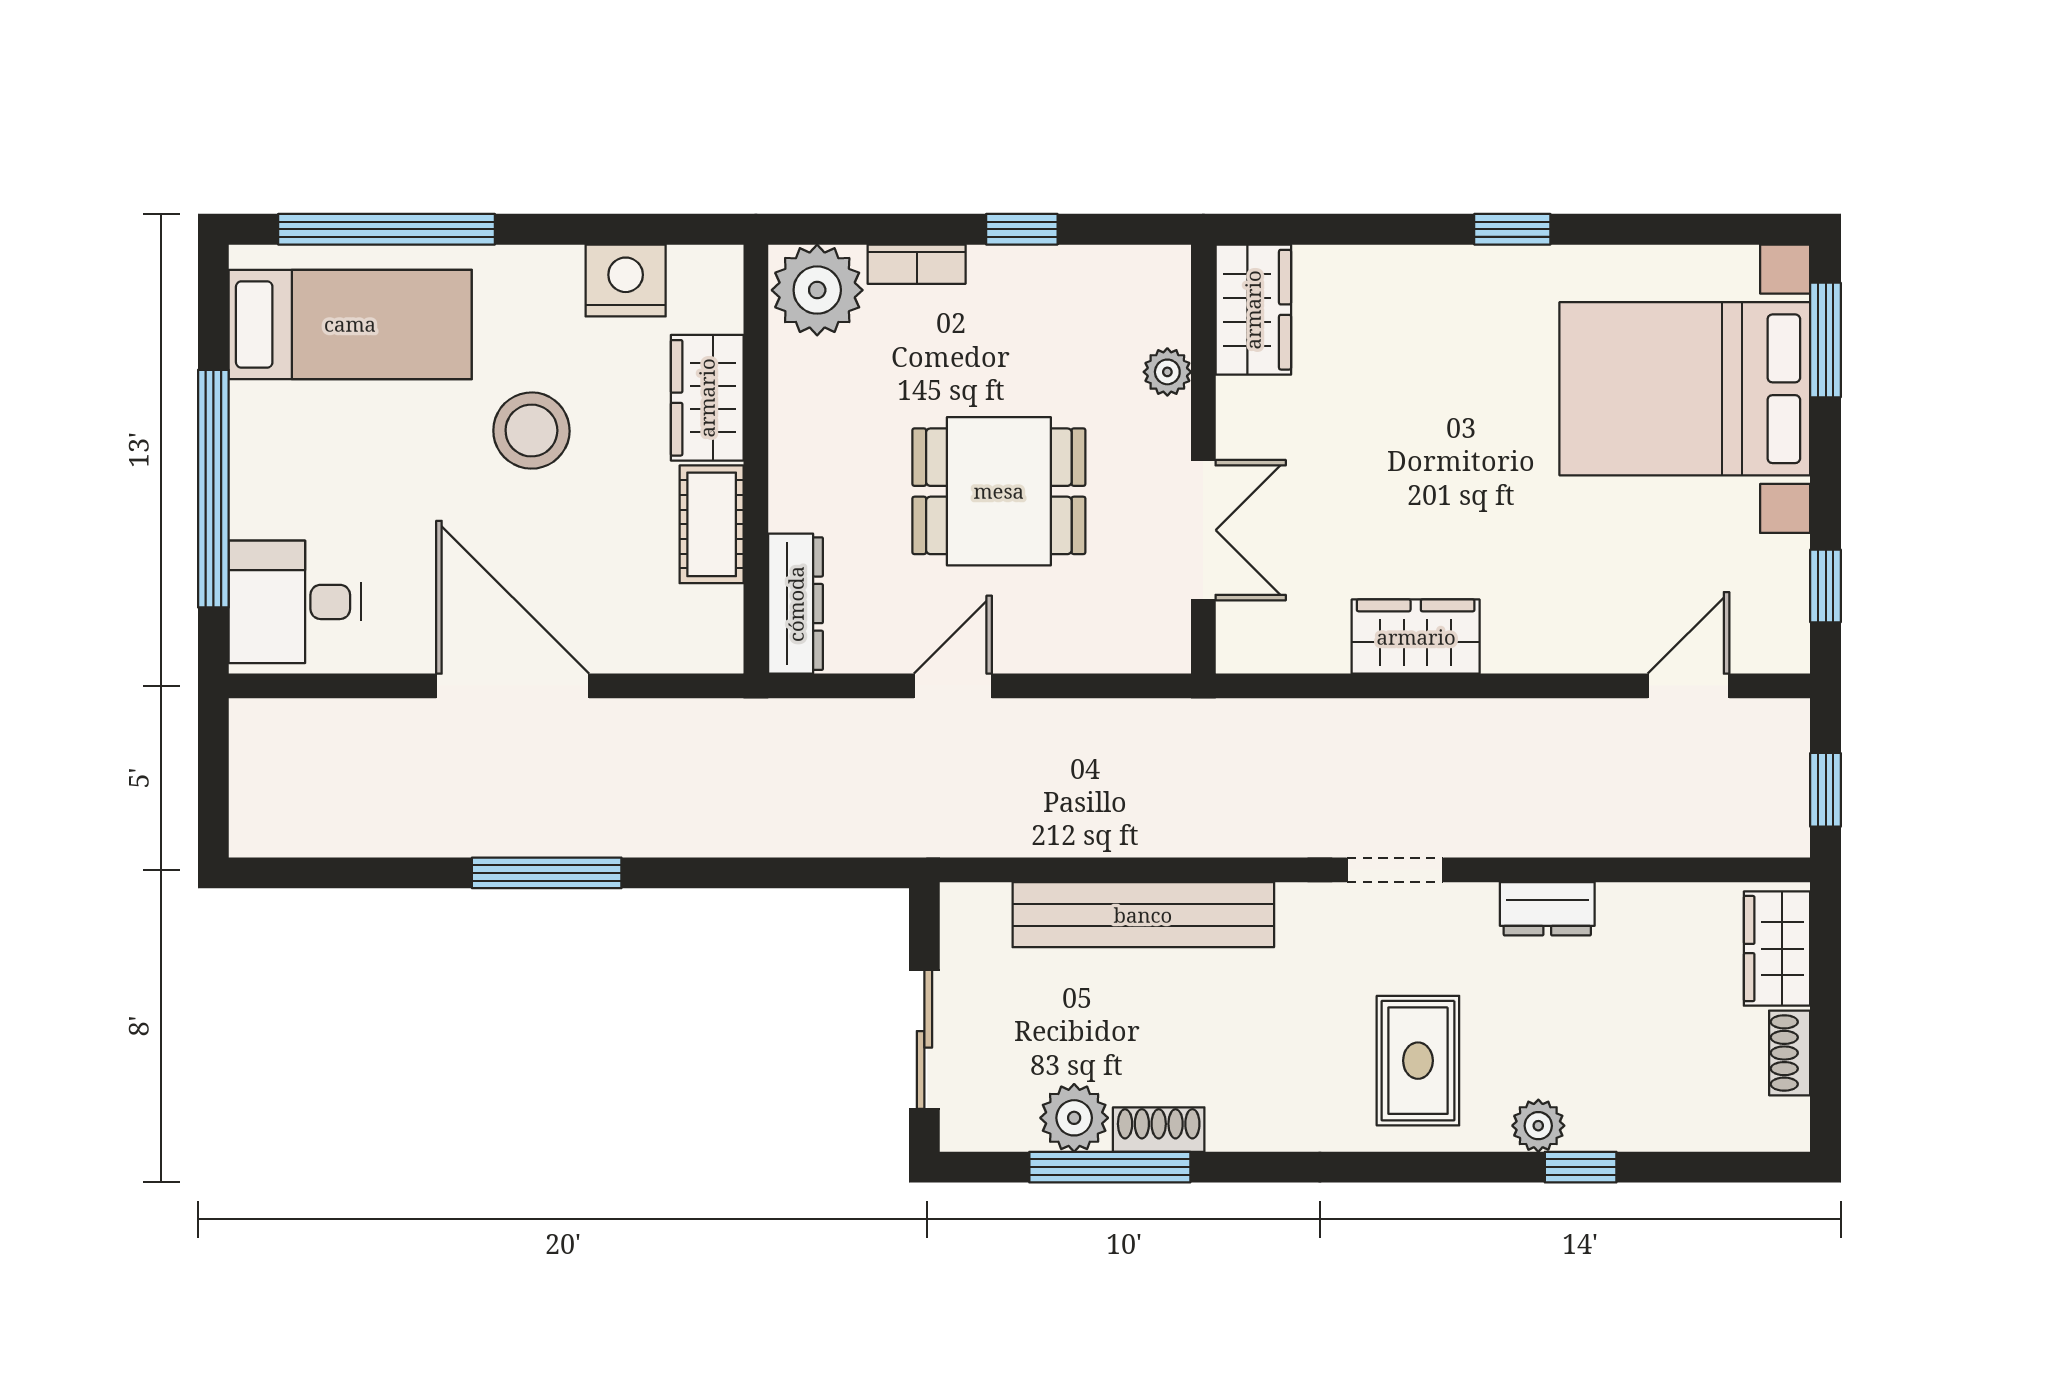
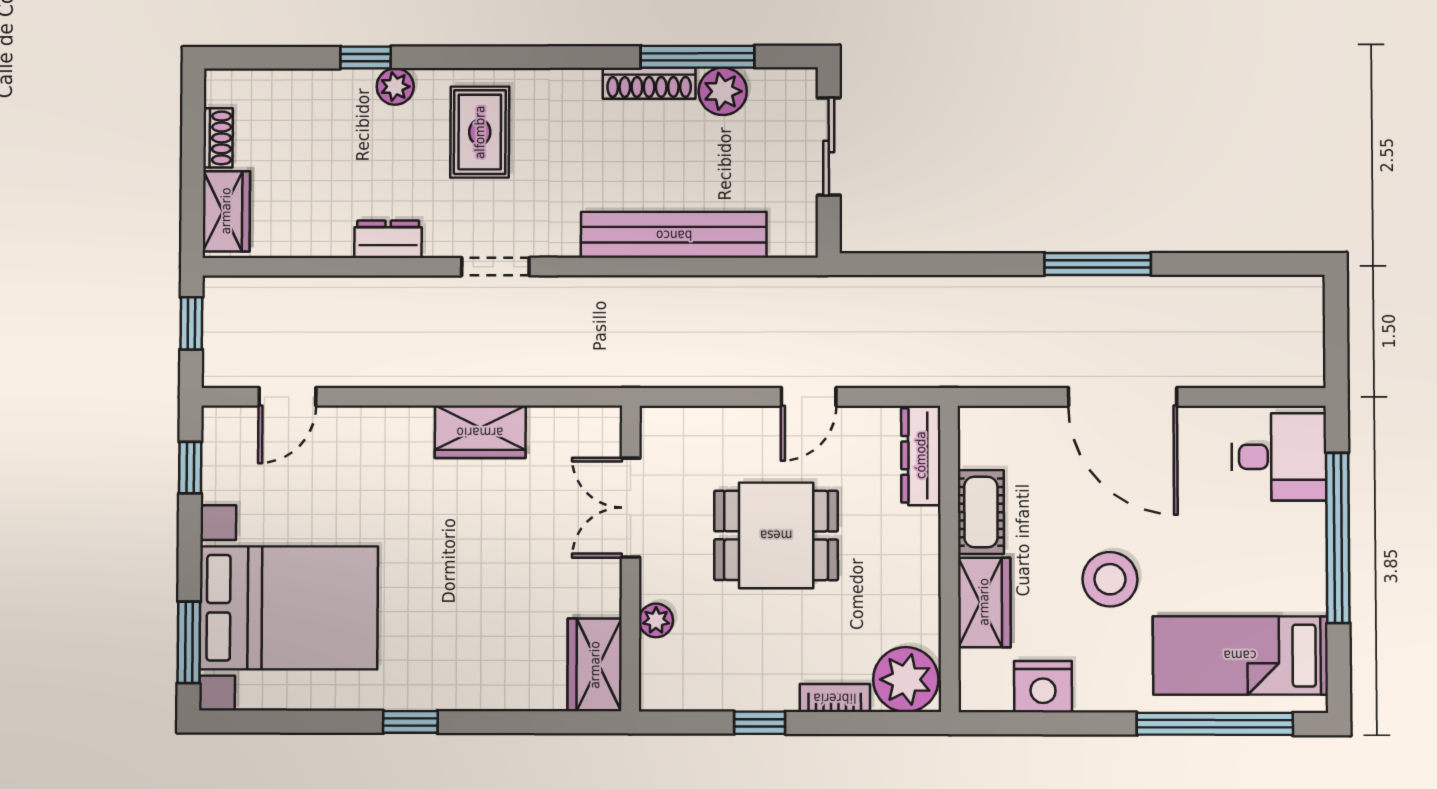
shoe rack: (1159, 1130) -> (649, 83), width x1.43

